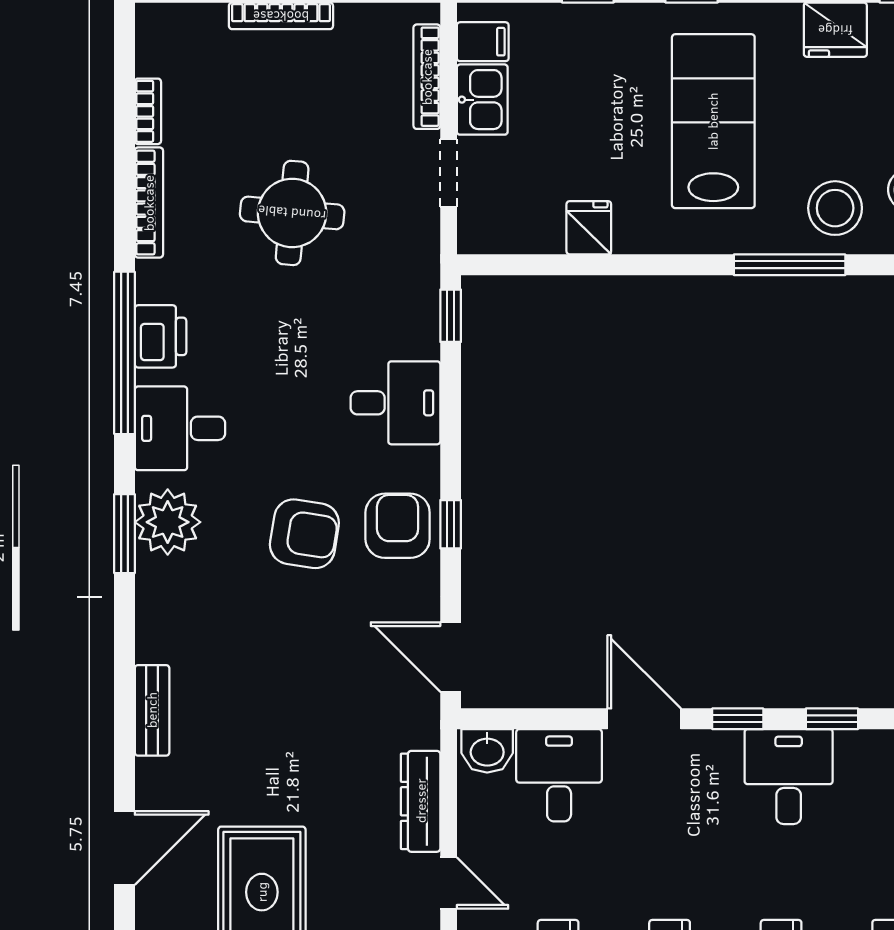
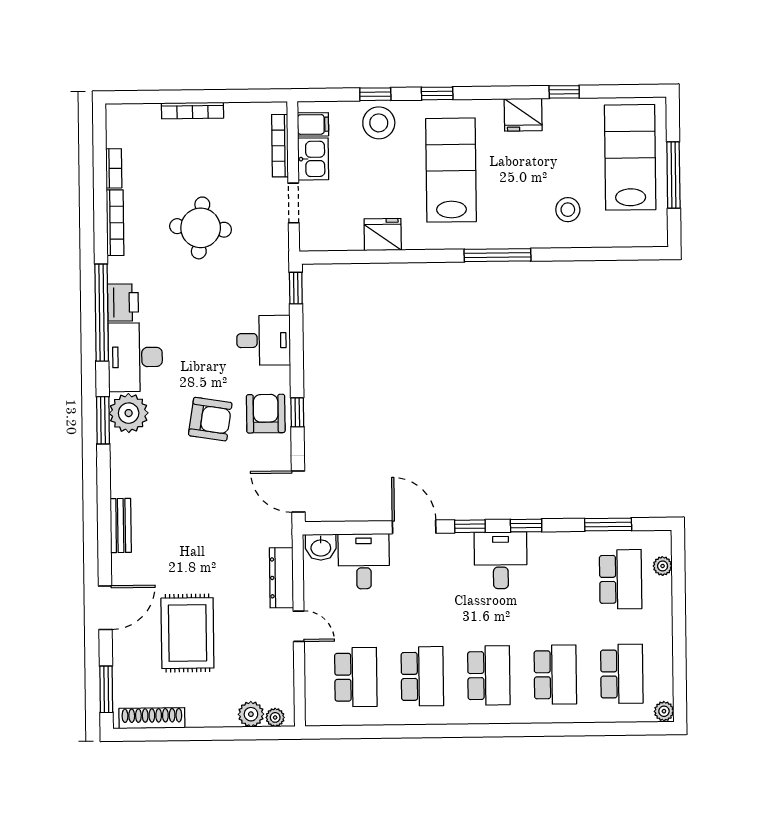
stool: (835, 208) -> (379, 123), moved
fridge: (589, 228) -> (383, 234), width x1.38
desk: (180, 428) -> (135, 357), width x1.37

